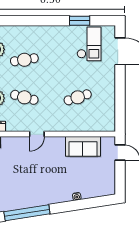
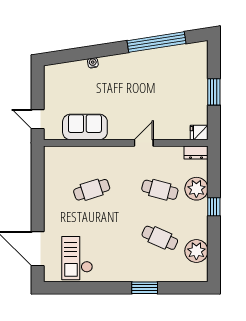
window: (80, 21) -> (145, 288), moved
cafe table: (24, 60) -> (160, 238), turned 33

